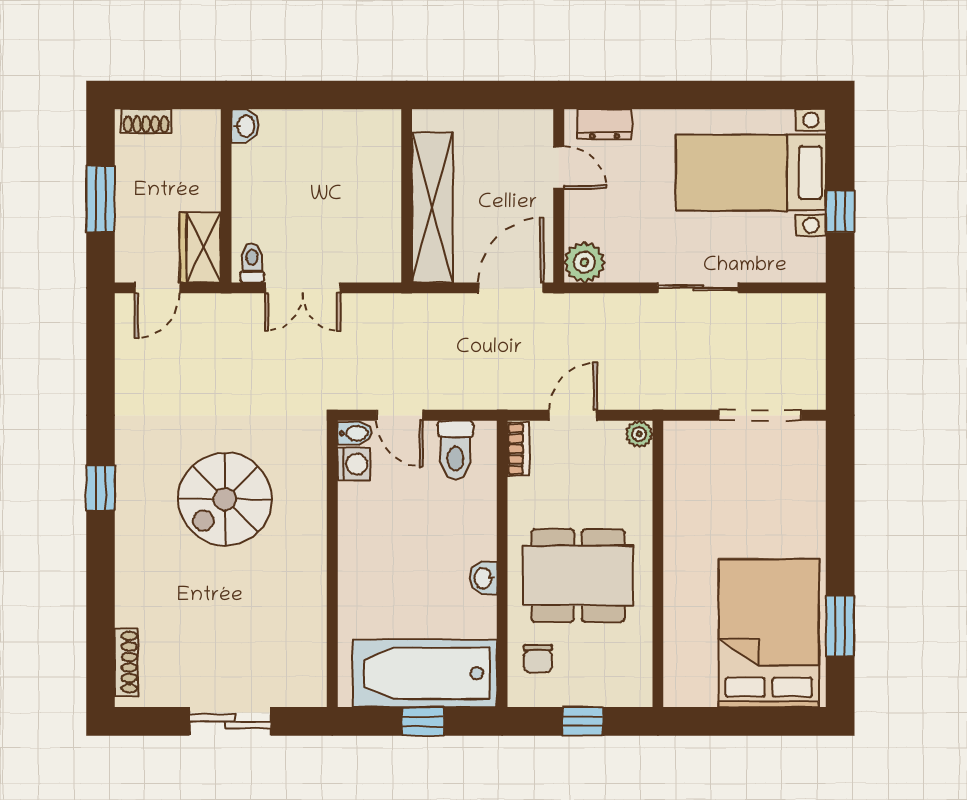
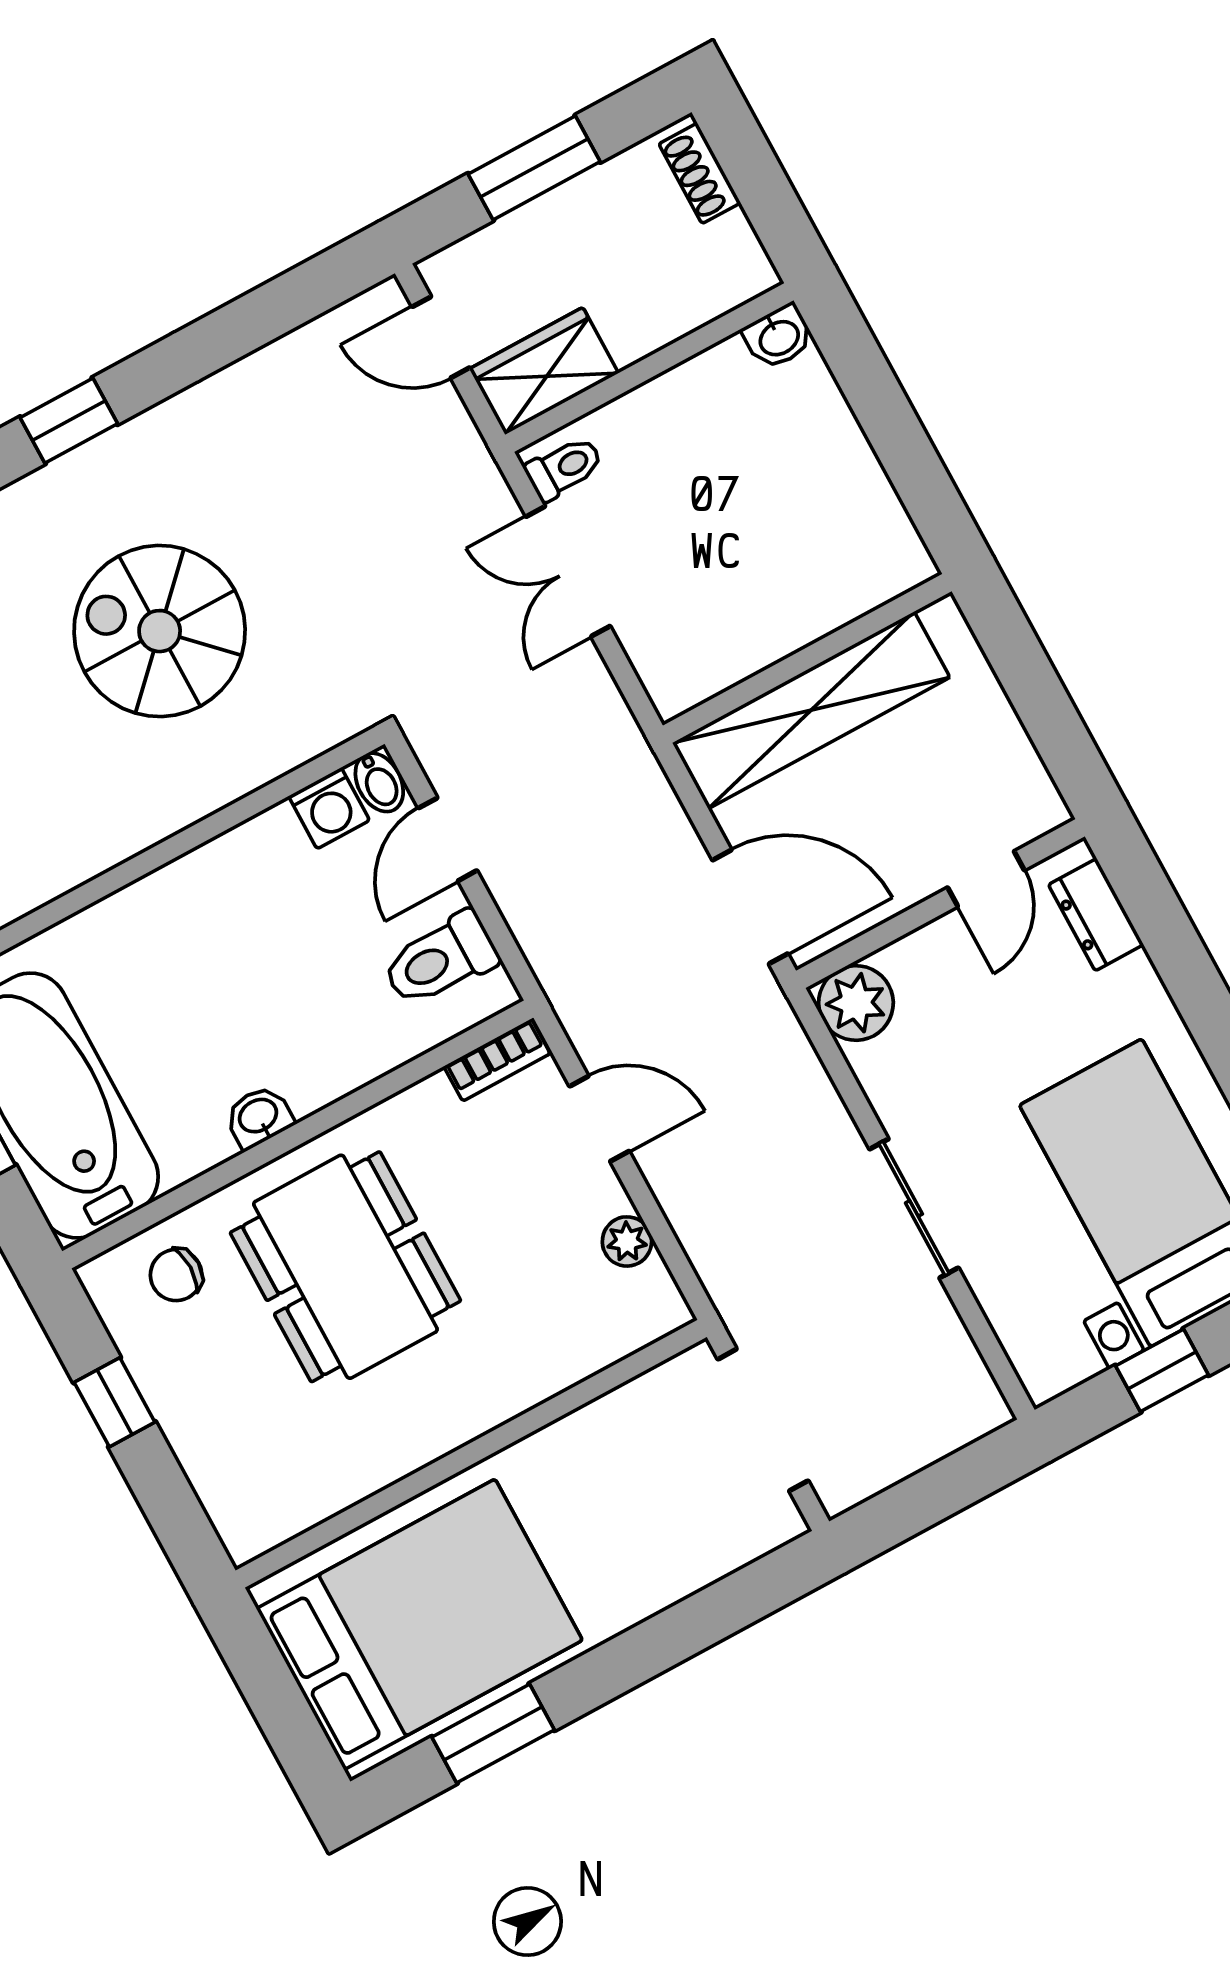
wall: (658, 564) -> (471, 1454), moved

